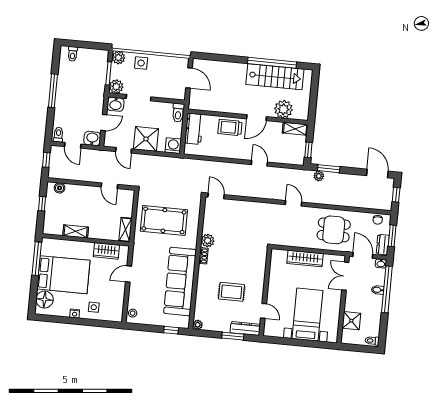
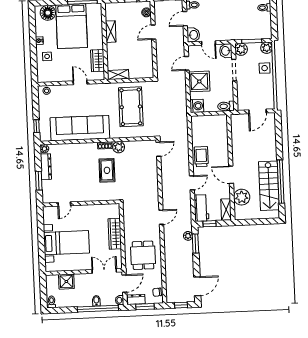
trolley: (230, 127) -> (201, 157), moved
workbench: (194, 129) -> (201, 208), moved, turned -90
door: (109, 186) -> (153, 32), moved
rug: (231, 292) -> (107, 170), moved
dresser: (245, 328) -> (46, 167), moved

